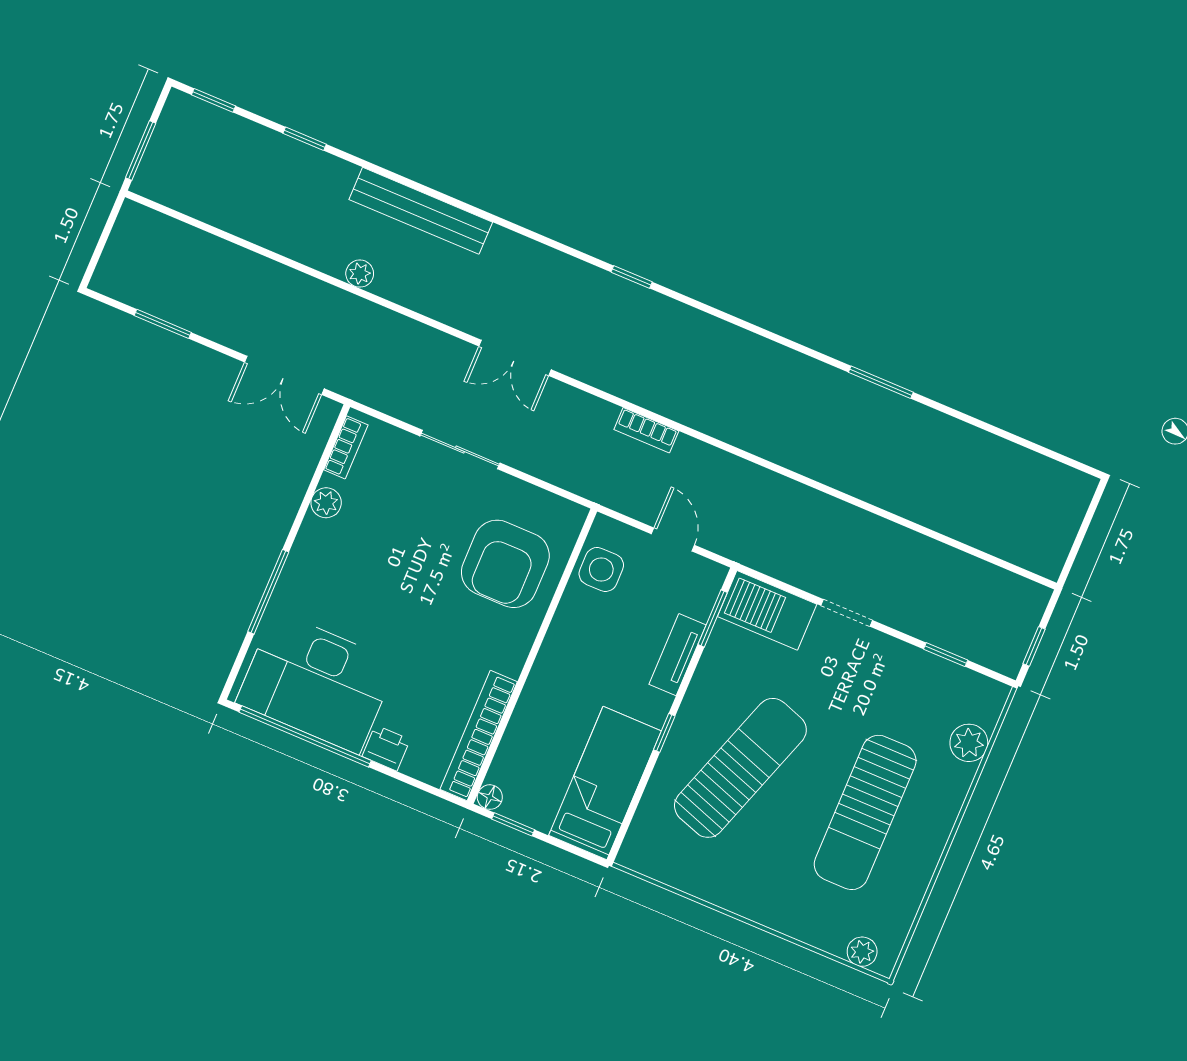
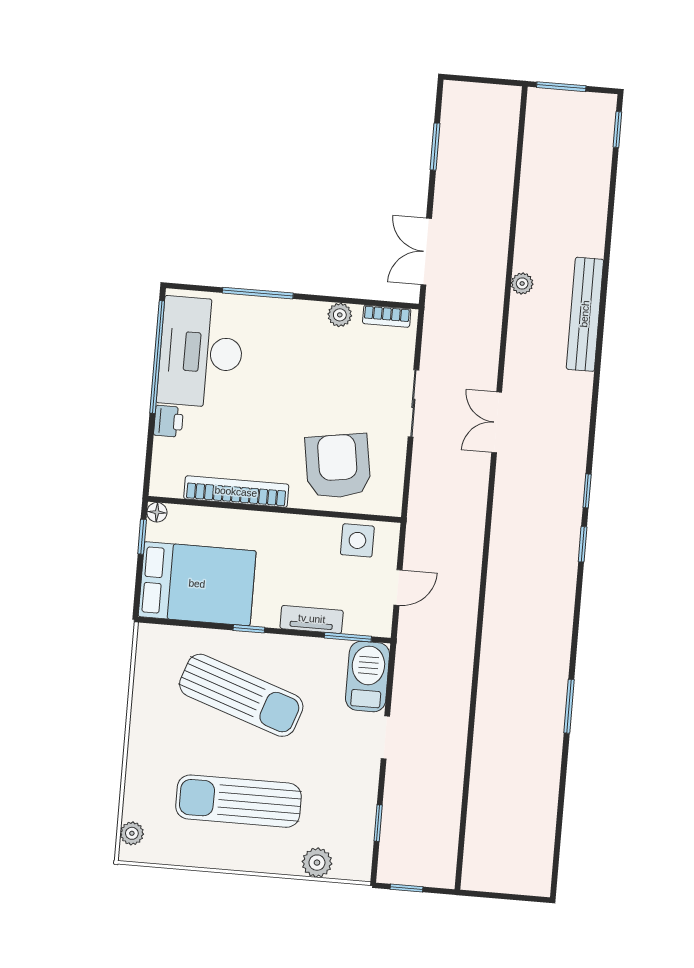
window: (305, 139) -> (583, 544), moved
bookcase: (646, 430) -> (474, 540), removed
armchair: (505, 564) -> (338, 466), turned 81
bookcase: (479, 736) -> (236, 492), moved
bed: (605, 783) -> (197, 584), width x1.50

